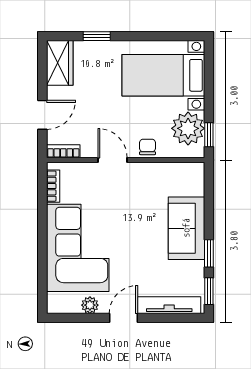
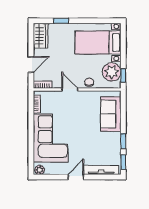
sofa: (186, 228) -> (111, 114), moved
plant: (90, 305) -> (40, 170), moved

